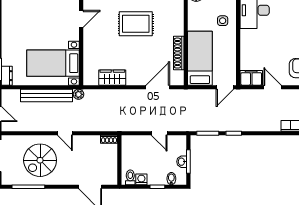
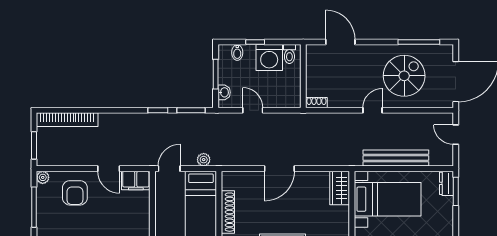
wardrobe: (112, 78) -> (340, 188), moved, turned 90
door: (158, 87) -> (279, 169), moved
plant: (79, 94) -> (204, 160), moved
door: (65, 133) -> (373, 110), hinge flipped
washbasin: (182, 162) -> (224, 92), moved
washing machine: (141, 179) -> (269, 58), width x1.89, depth x1.89

